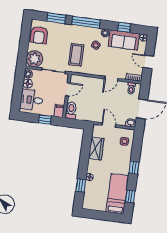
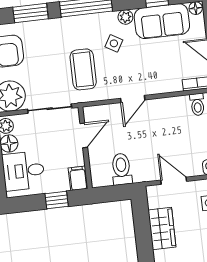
door: (111, 79) -> (133, 99), moved
toilet: (71, 110) -> (121, 169), moved

